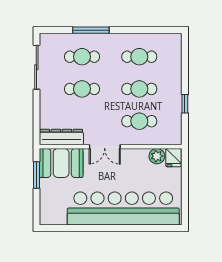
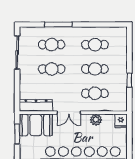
plant: (157, 156) -> (96, 120), moved

